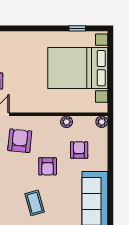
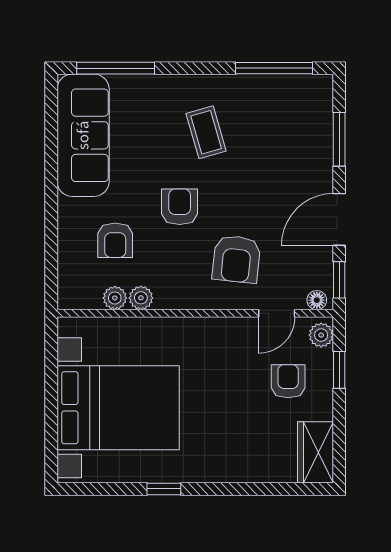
window: (77, 28) -> (164, 489), moved
plant: (102, 122) -> (115, 298), moved

